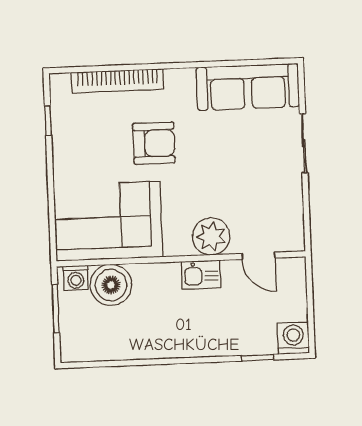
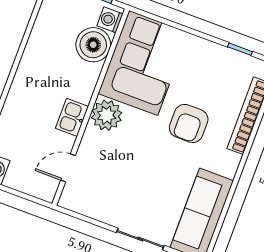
plant: (211, 237) -> (107, 115), moved

